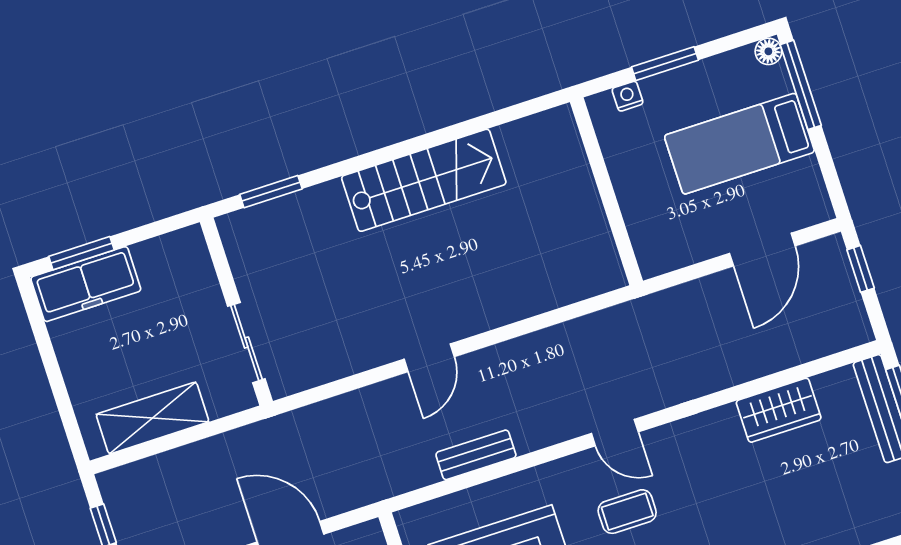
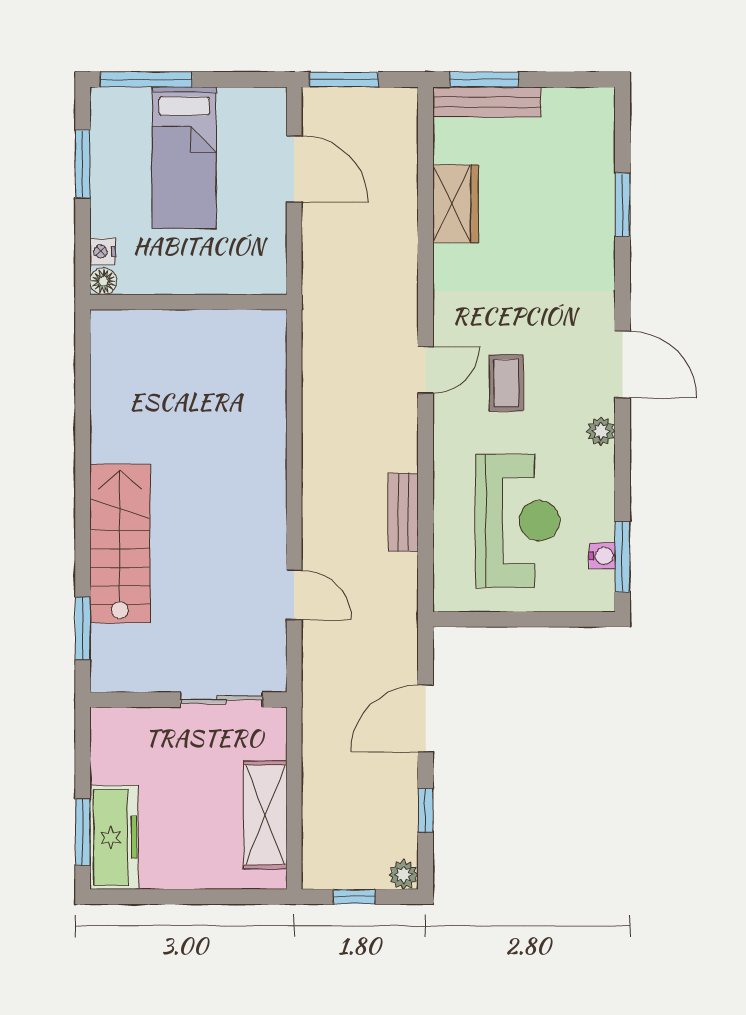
floor lamp: (768, 51) -> (103, 281), moved
window: (665, 64) -> (83, 164), moved
stairs: (424, 180) -> (120, 543), moved
window: (861, 269) -> (344, 80), width x1.50
door: (429, 358) -> (294, 595), moved

